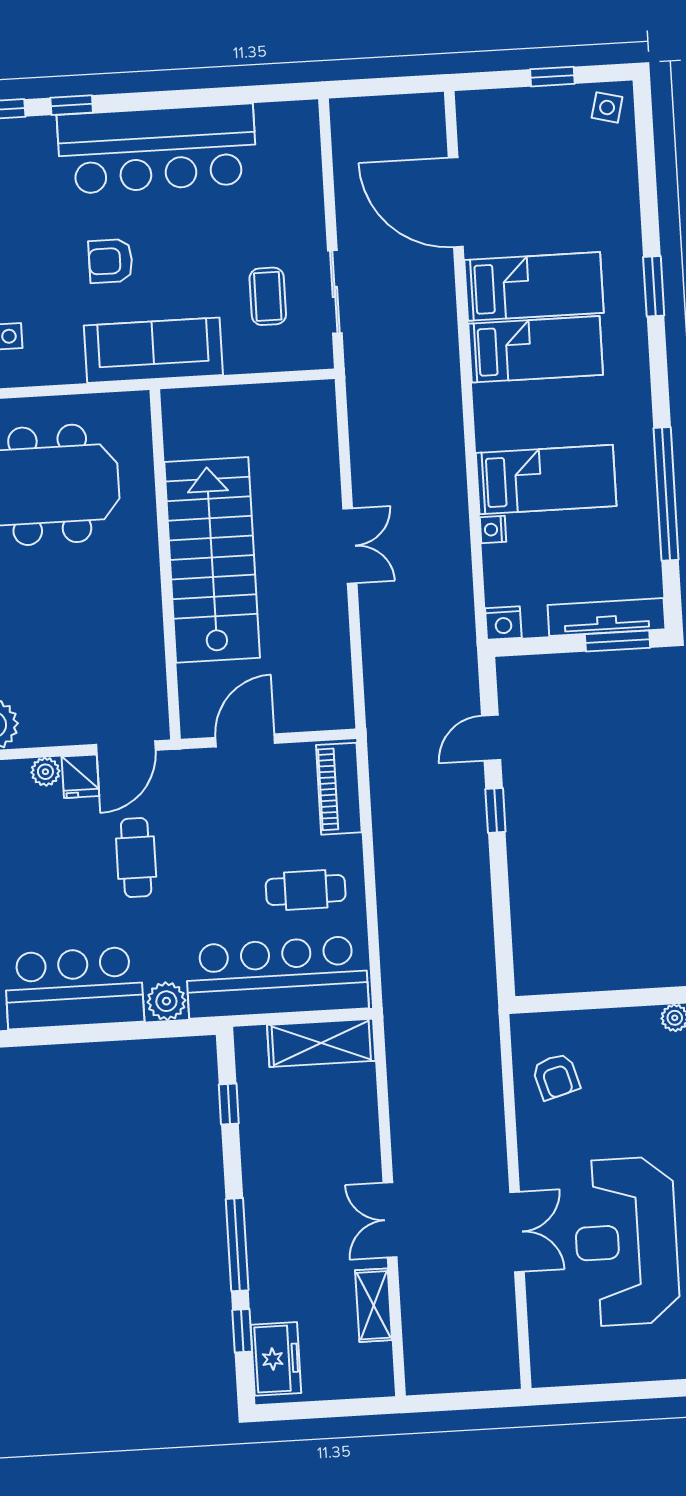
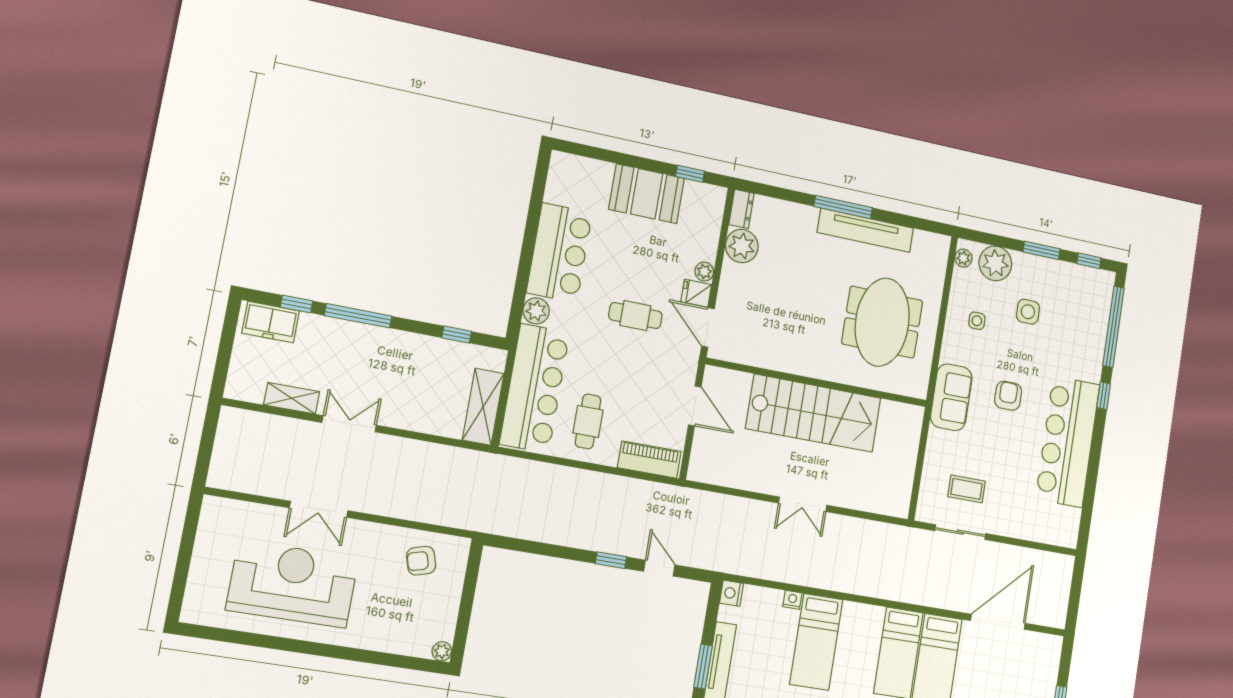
sofa: (153, 350) -> (951, 397), width x0.73

